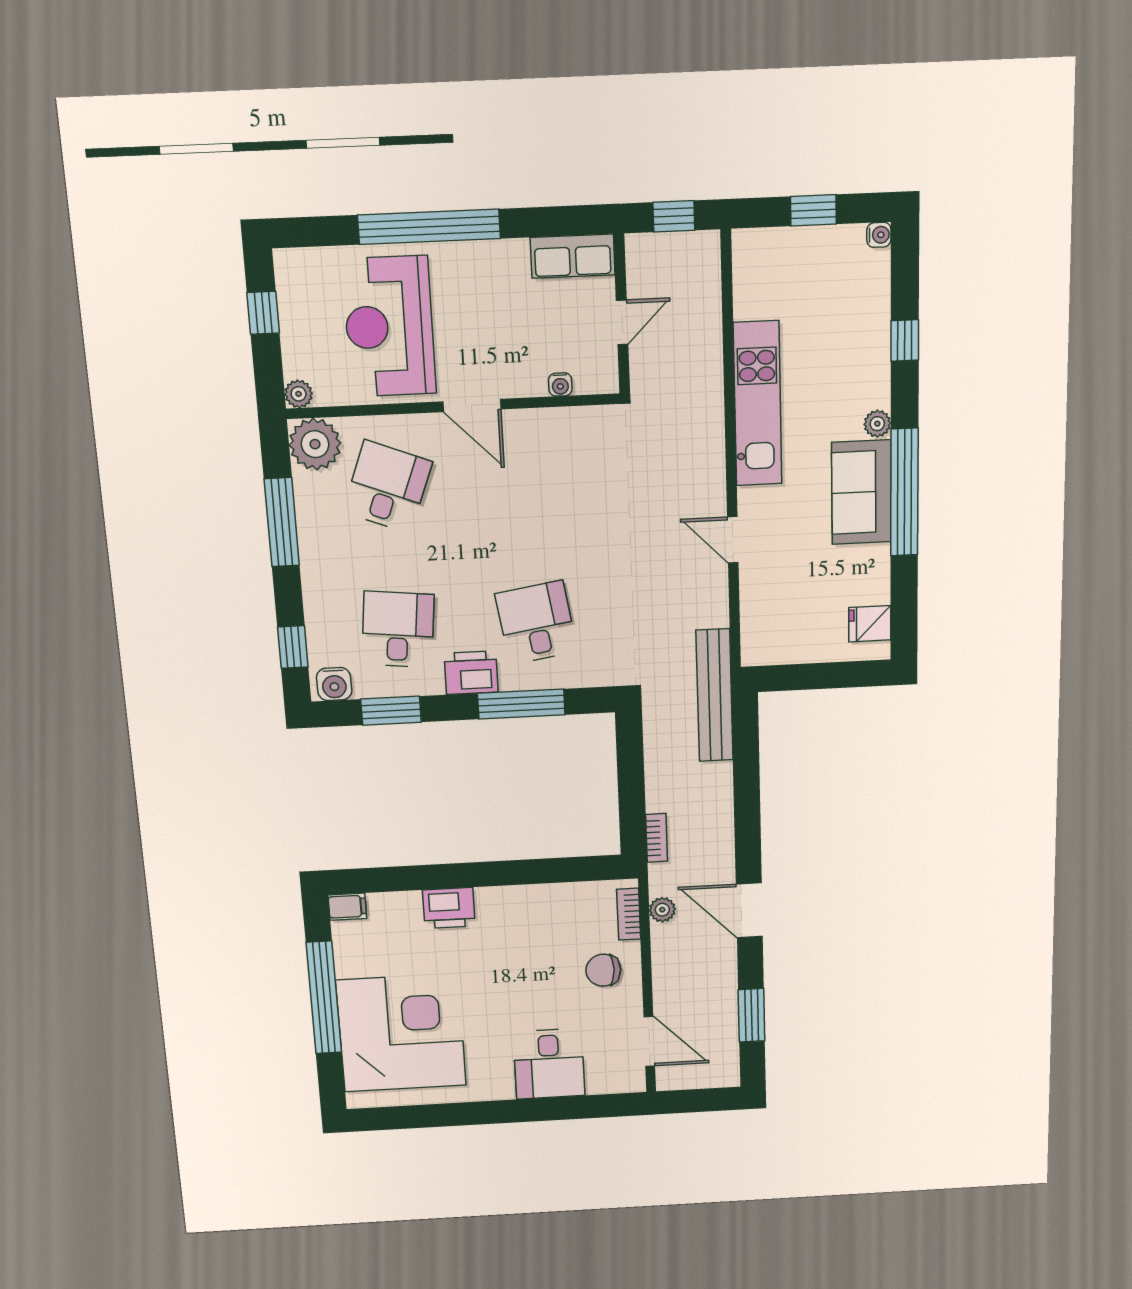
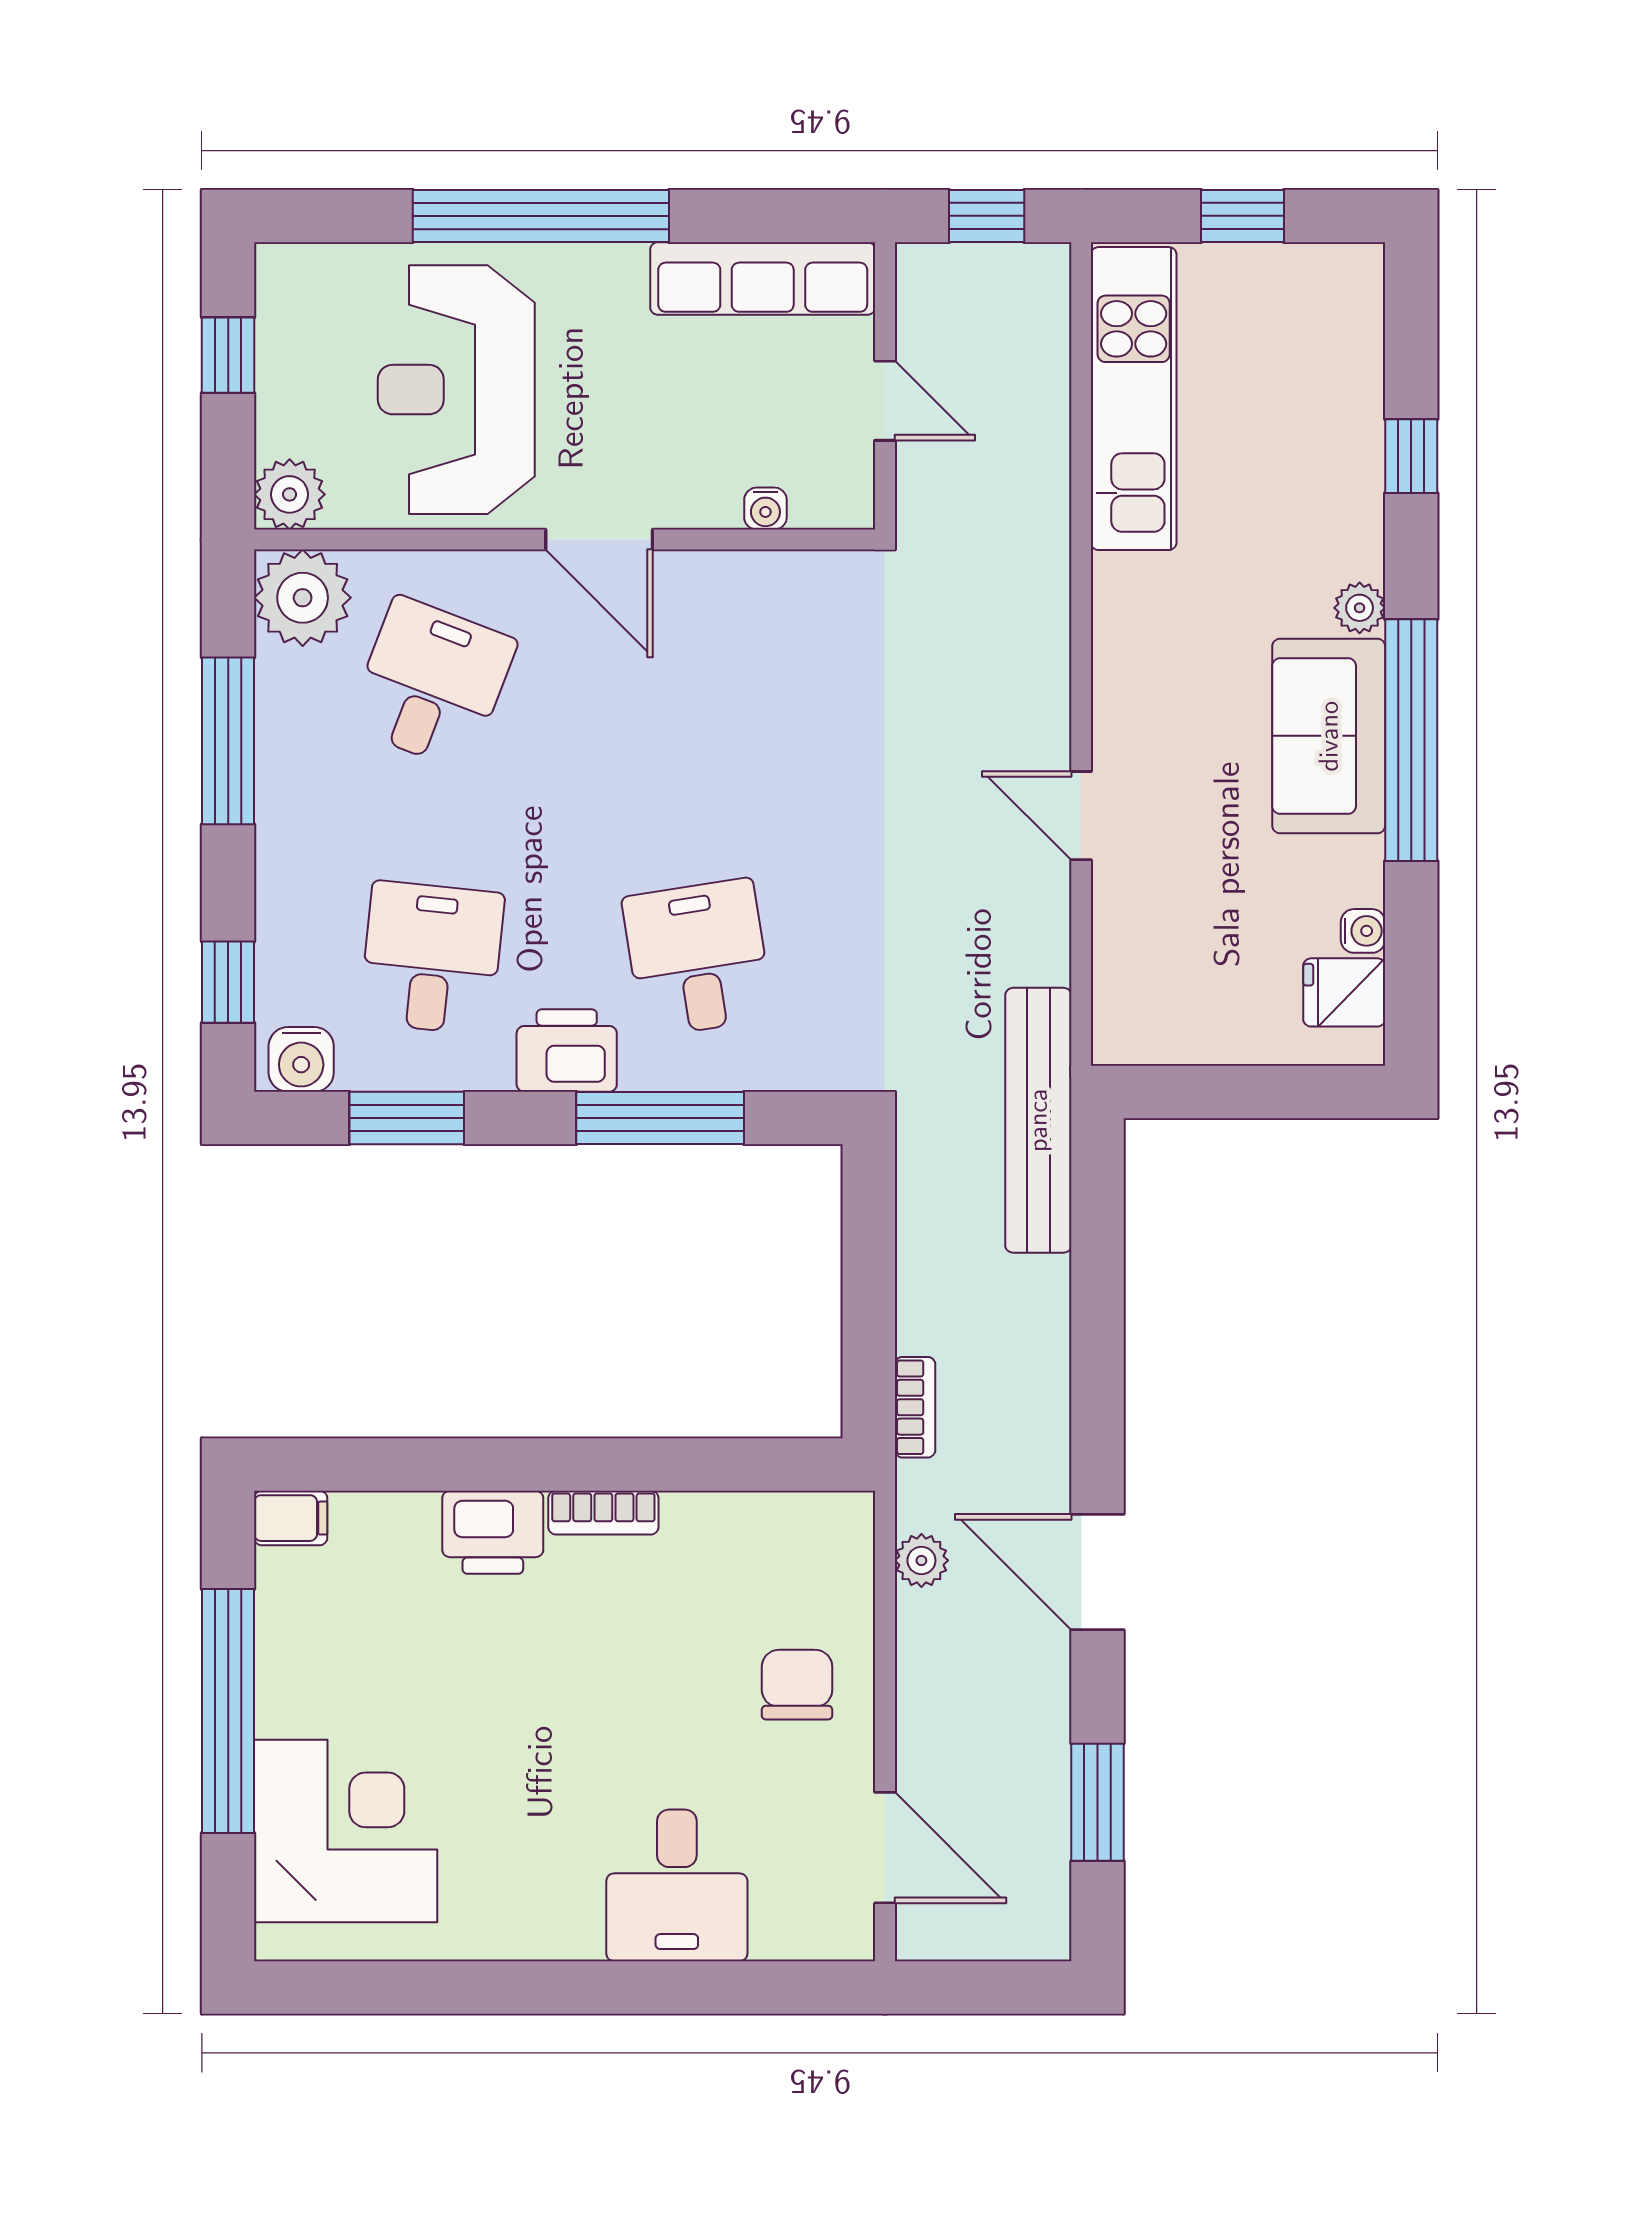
water cooler: (879, 235) -> (1363, 931), moved
row of seats: (573, 256) -> (763, 278), width x1.48
door: (622, 322) -> (885, 401), hinge flipped
plant: (299, 394) -> (290, 494), width x1.38, depth x1.38
kitchen unit: (758, 404) -> (1134, 399), moved
bookcase: (629, 914) -> (603, 1513), moved, turned -90
chair: (603, 970) -> (797, 1685), turned 90
corner desk: (401, 1033) -> (346, 1831), width x0.74, depth x0.74

